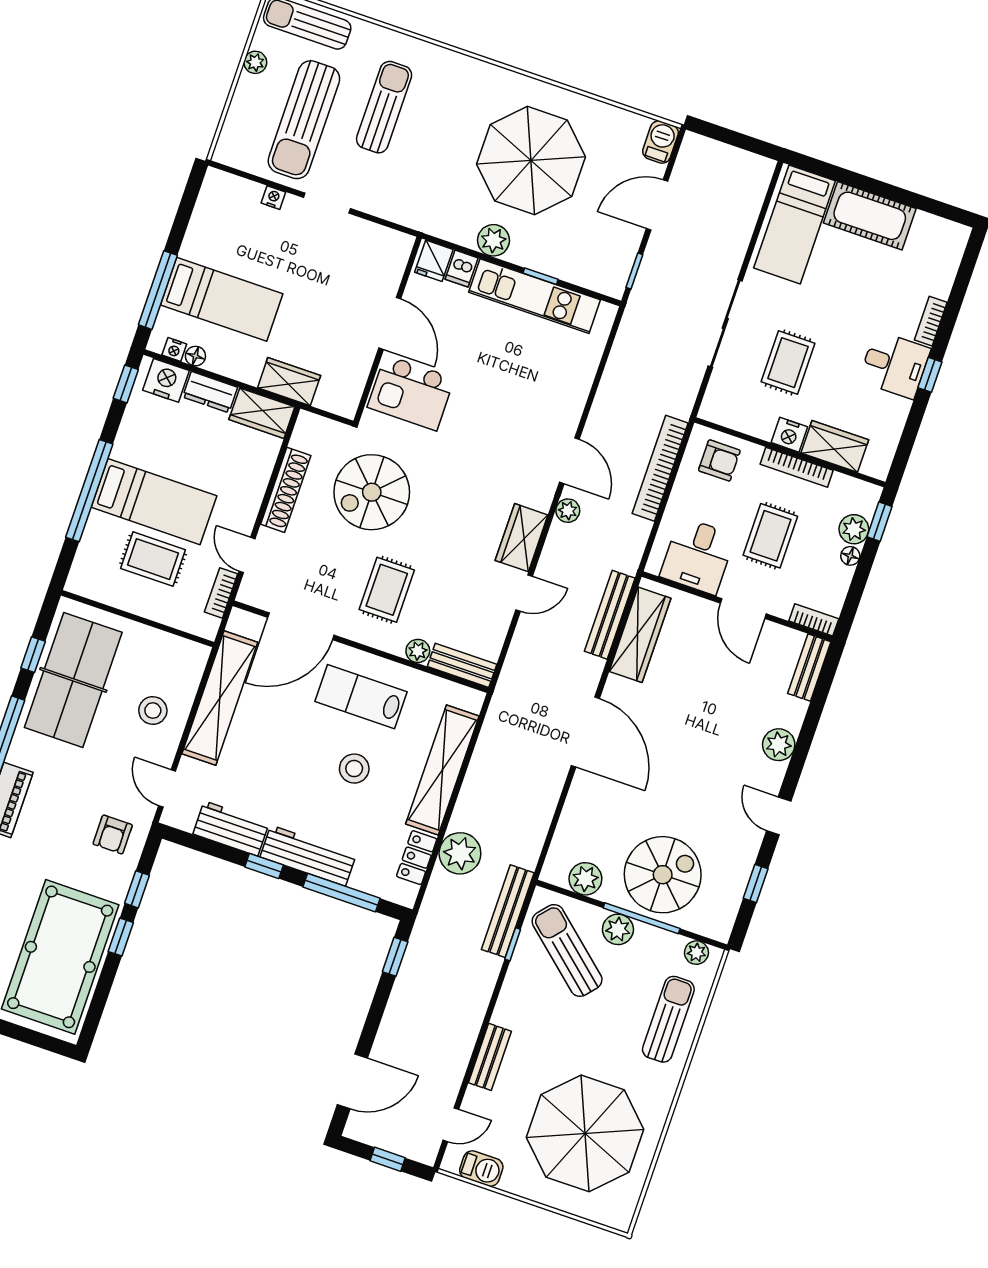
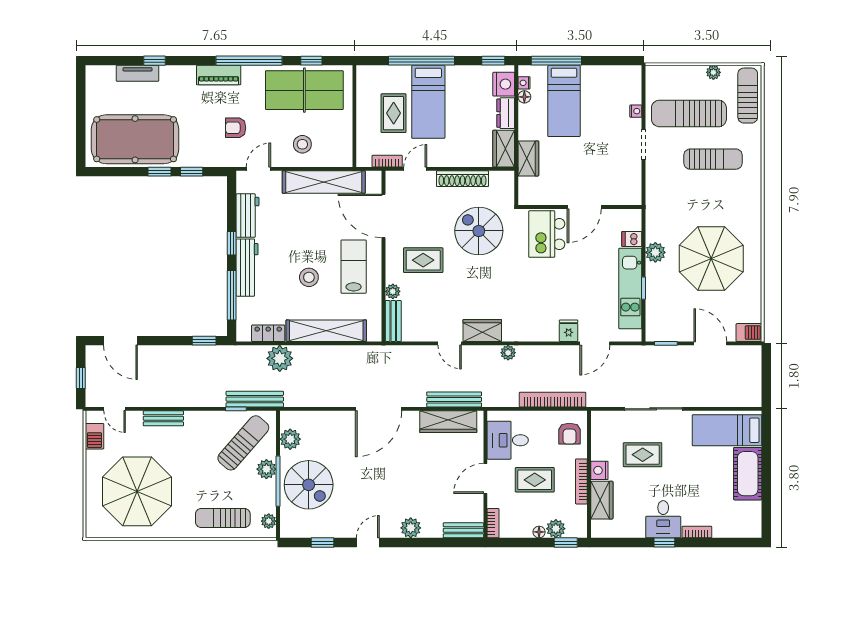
fridge: (434, 261) -> (569, 331), moved, turned 90
door: (569, 461) -> (595, 343), moved
armchair: (113, 834) -> (236, 128), moved
sun lounger: (668, 1019) -> (223, 518), turned 180

